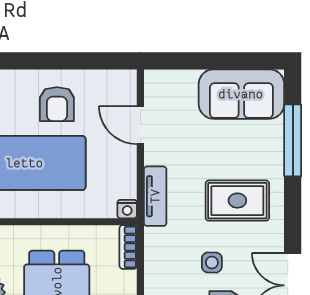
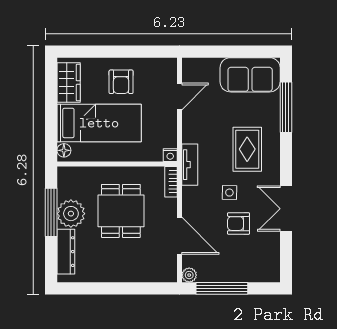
door: (140, 125) -> (179, 96), swing flipped
tv unit: (155, 196) -> (190, 165), moved
rug: (237, 201) -> (247, 149), turned 90

